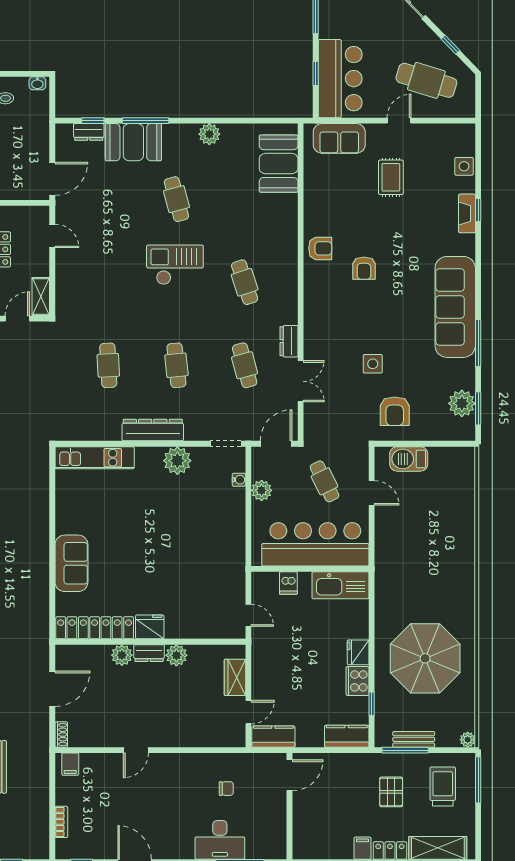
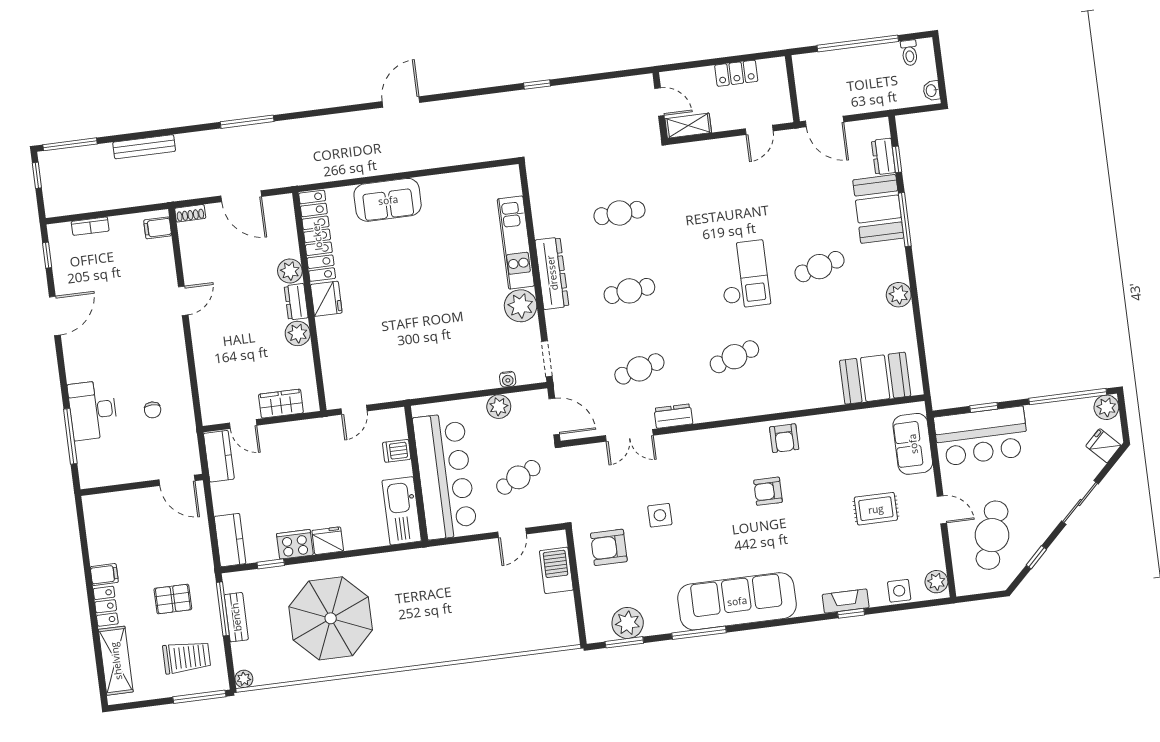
plant: (460, 133) -> (936, 582), added
kitchen unit: (95, 458) -> (516, 242), moved
door: (136, 750) -> (183, 301), swing flipped

